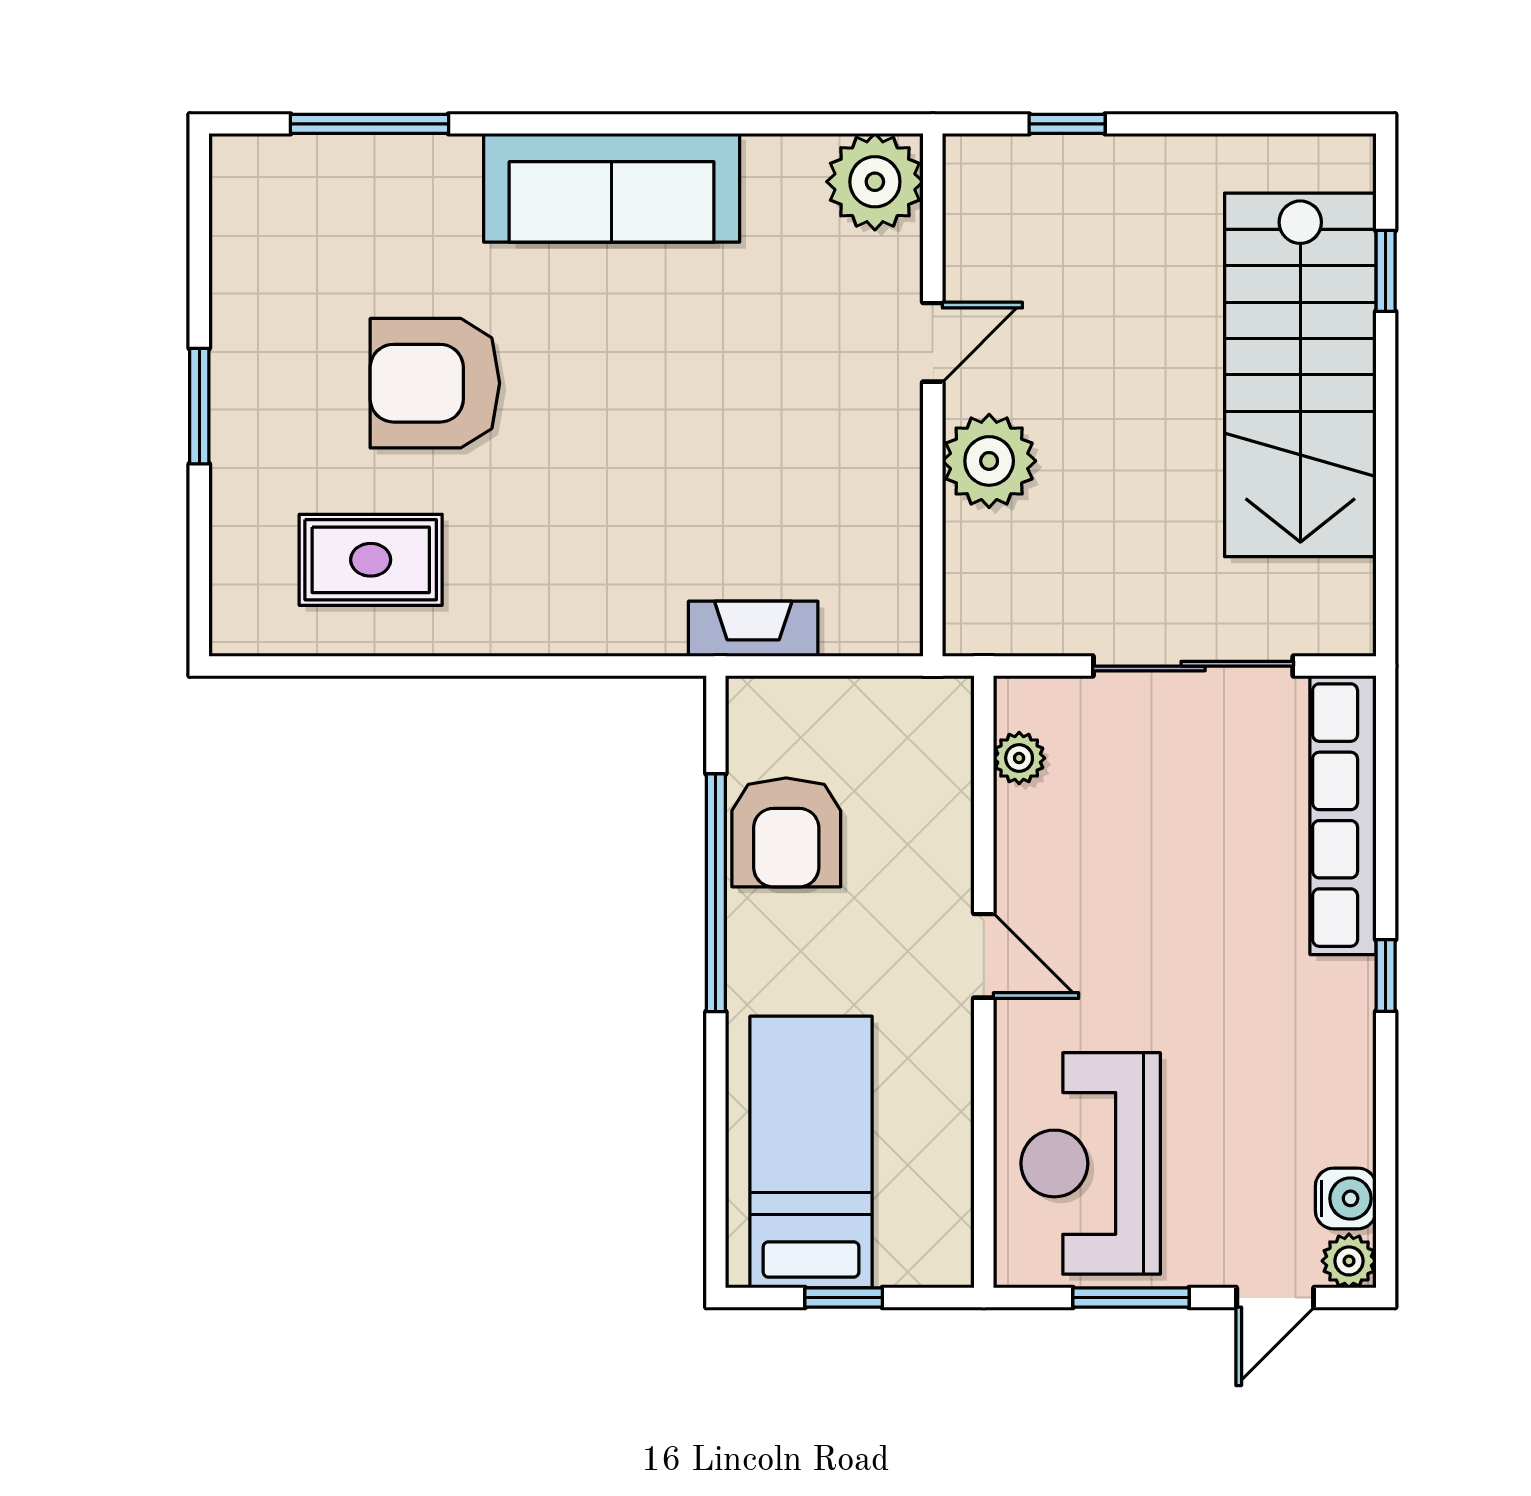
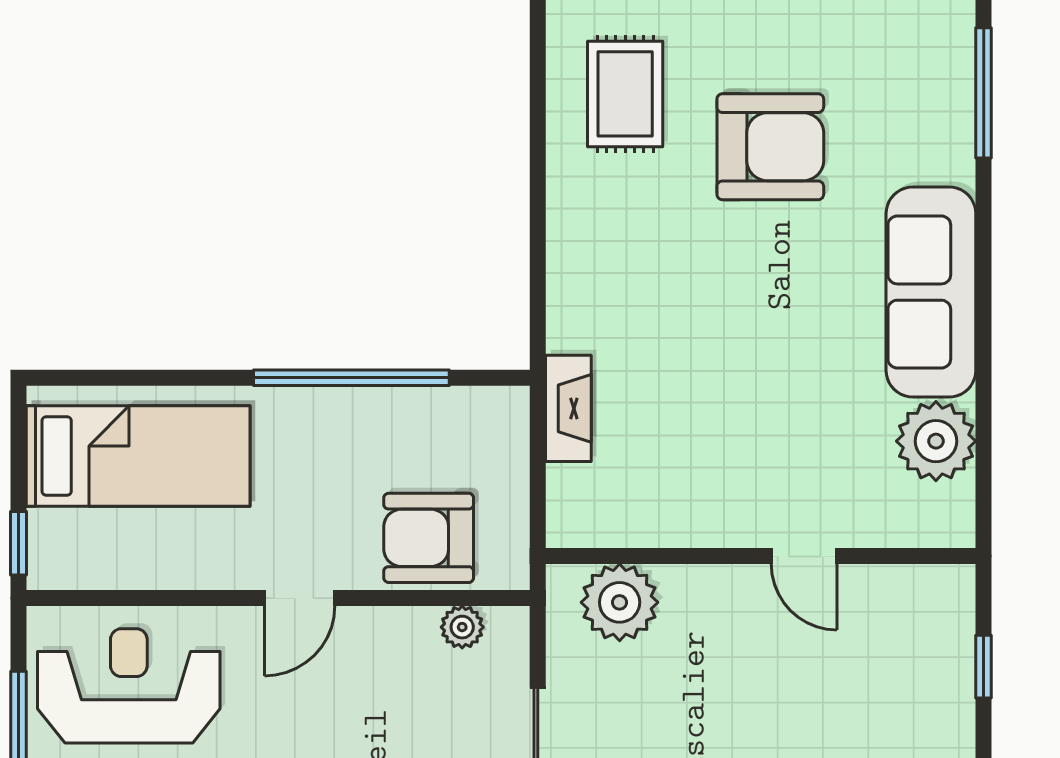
plant: (875, 182) -> (936, 441), moved
armchair: (435, 383) -> (770, 147), turned 90
plant: (989, 461) -> (620, 602), moved
armchair: (786, 832) -> (429, 538), moved
window: (844, 1298) -> (19, 543), moved

